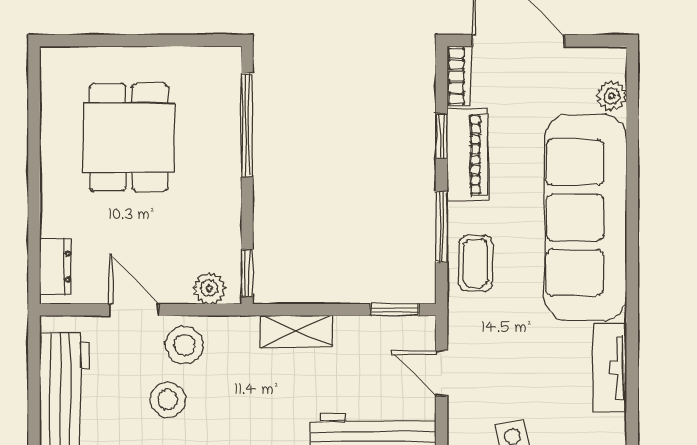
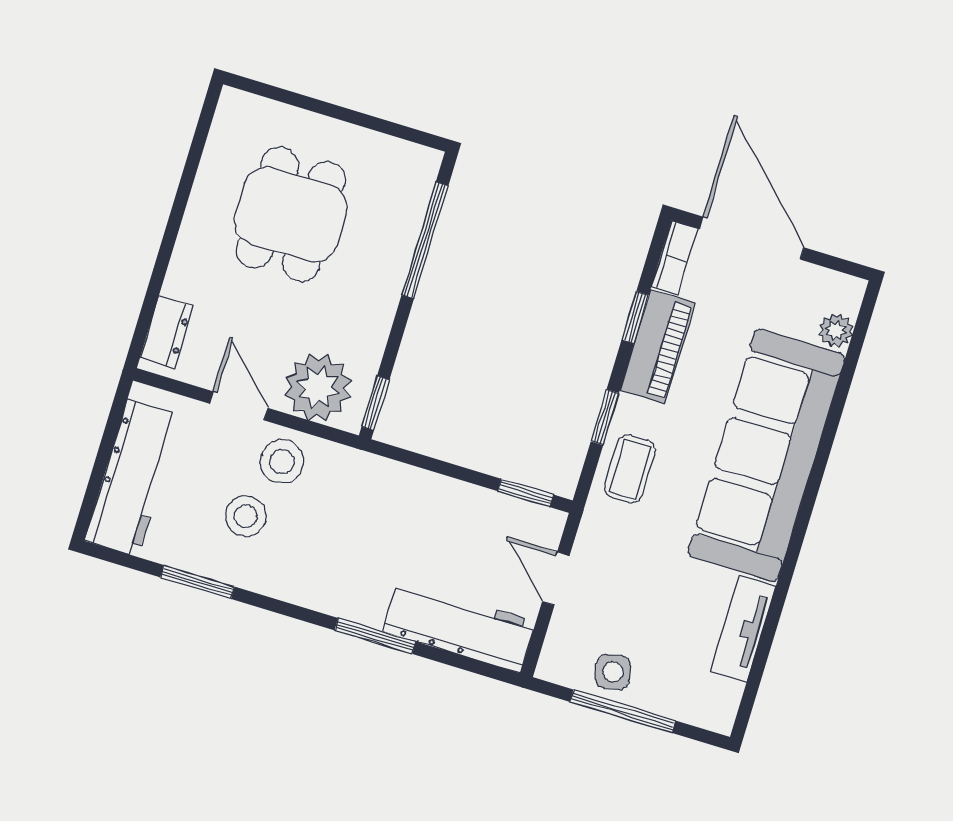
window: (442, 227) -> (605, 417), width x0.67
plant: (209, 288) -> (318, 387), width x1.88, depth x1.88
shelving: (296, 331) -> (410, 484), removed

